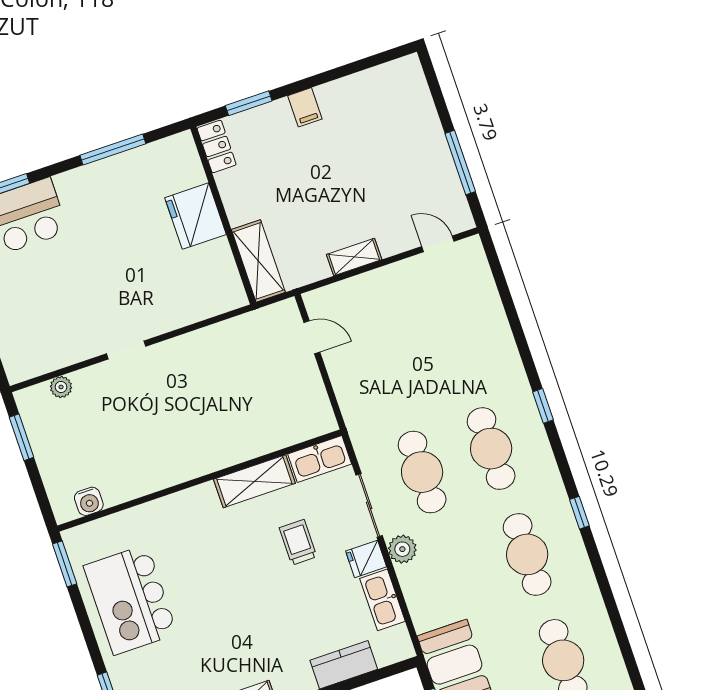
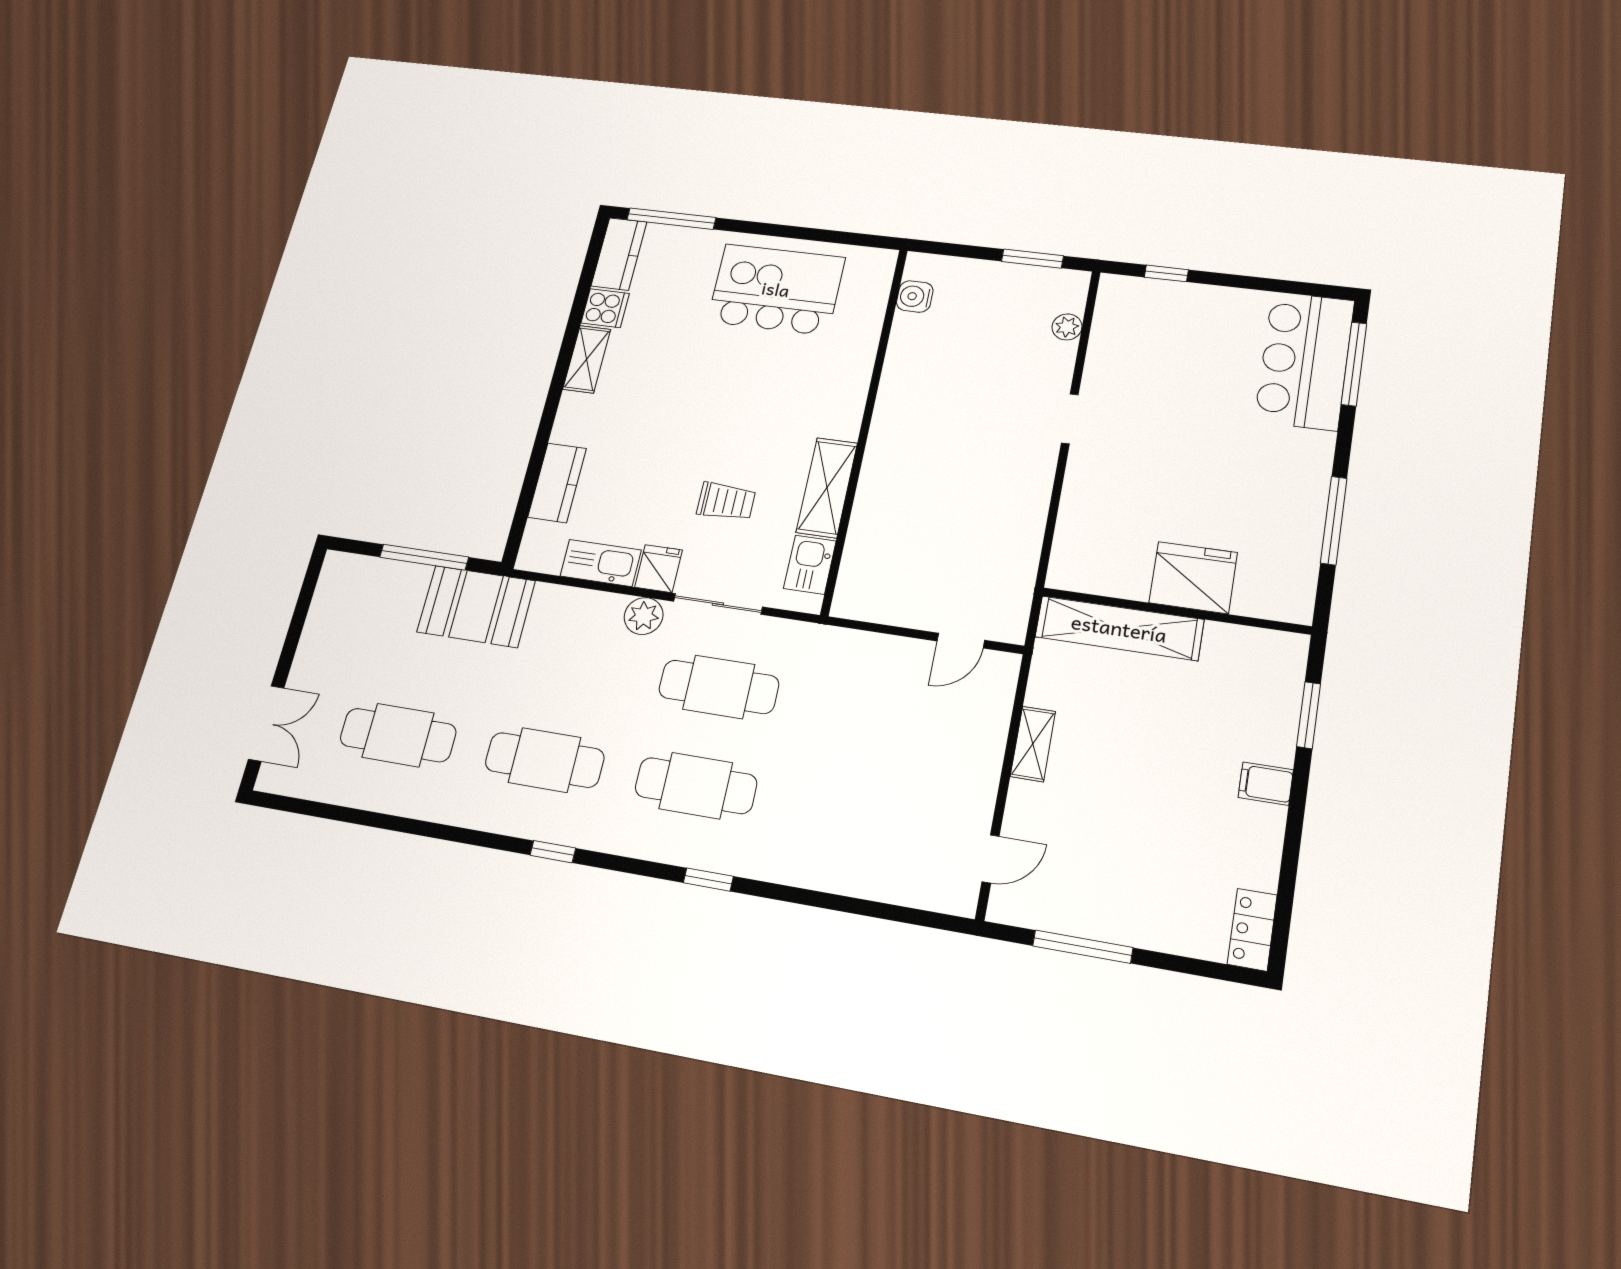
locker: (217, 146) -> (1252, 930), moved, turned 90
shelving: (258, 261) -> (1119, 628), width x1.47
kitchen sink: (320, 459) -> (810, 565), width x0.73
window: (65, 564) -> (860, 239), removed

